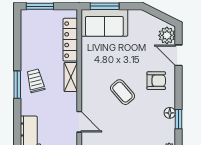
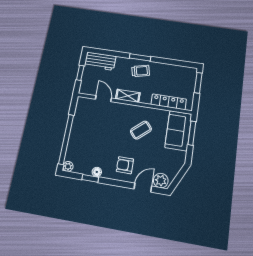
shelving: (71, 77) -> (128, 96), moved
armchair: (156, 81) -> (125, 165), turned 90
coffee table: (122, 92) -> (141, 130), moved
door: (79, 122) -> (103, 99), swing flipped

